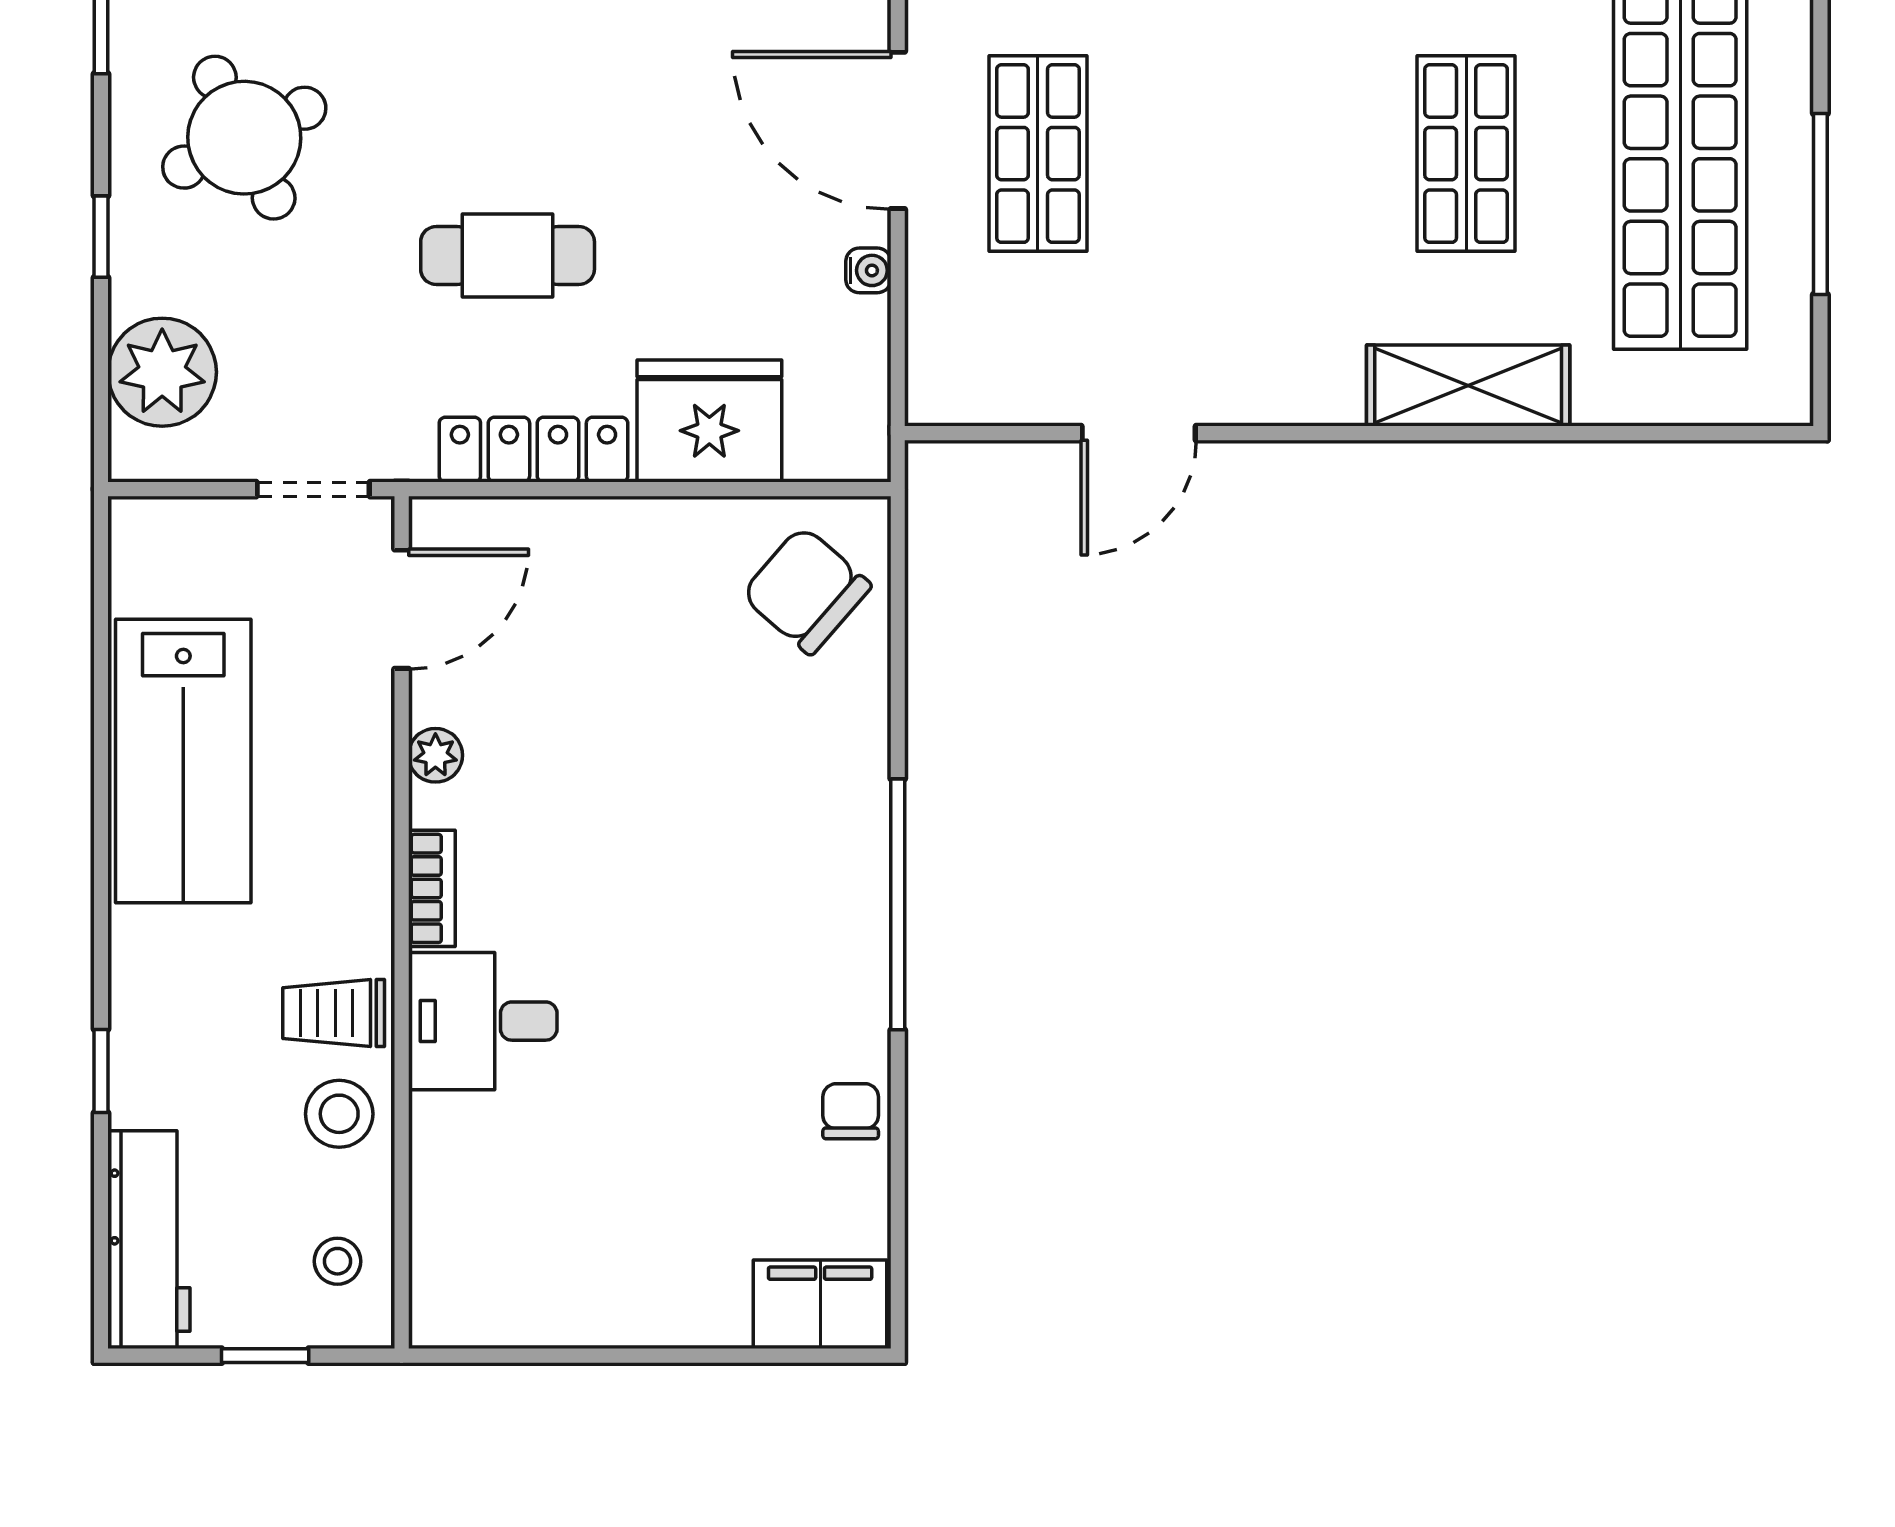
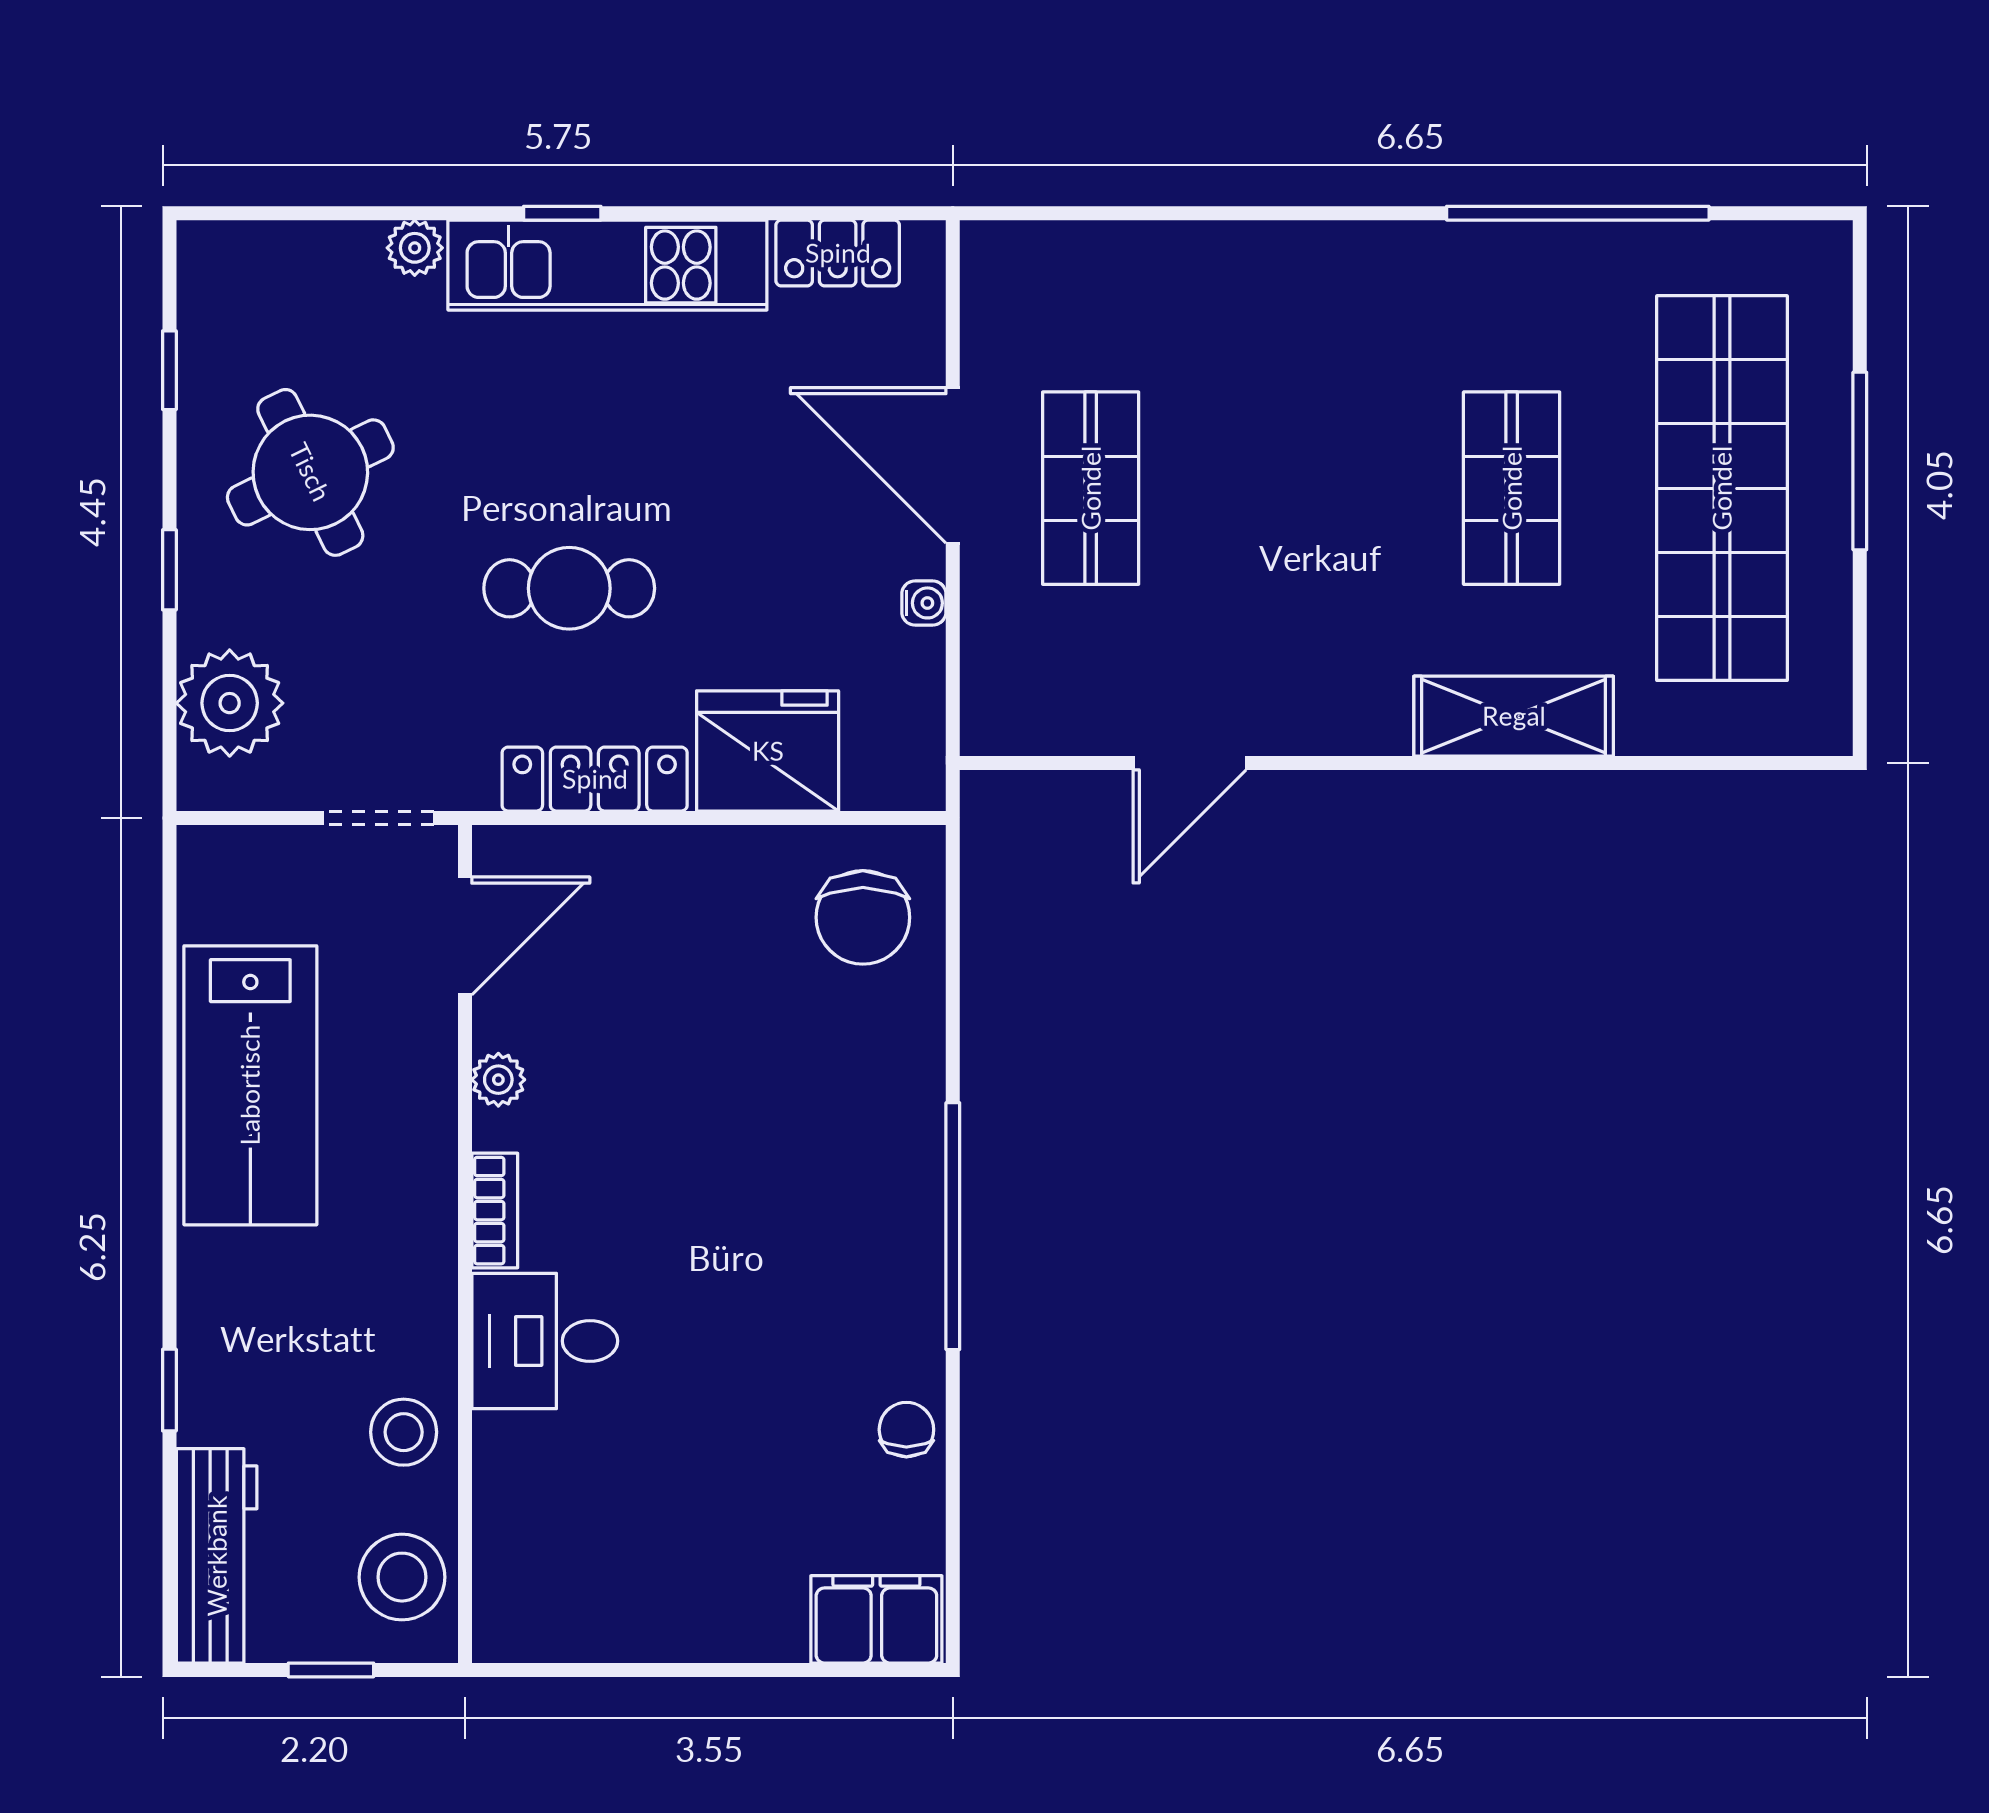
window: (1820, 204) -> (1860, 461), moved
chair: (806, 590) -> (863, 917), turned -131
trolley: (334, 1013) -> (398, 1333), removed
stool: (337, 1261) -> (402, 1577), width x1.89, depth x1.89

